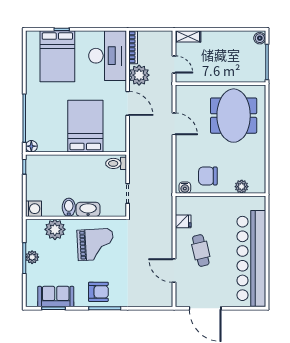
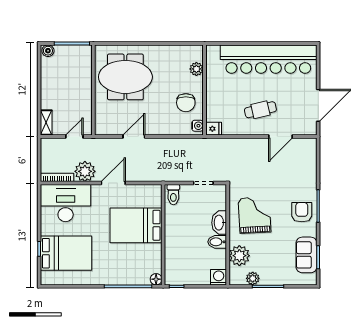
fridge: (183, 221) -> (214, 129), moved, turned 90
plant: (32, 257) -> (253, 278), moved

